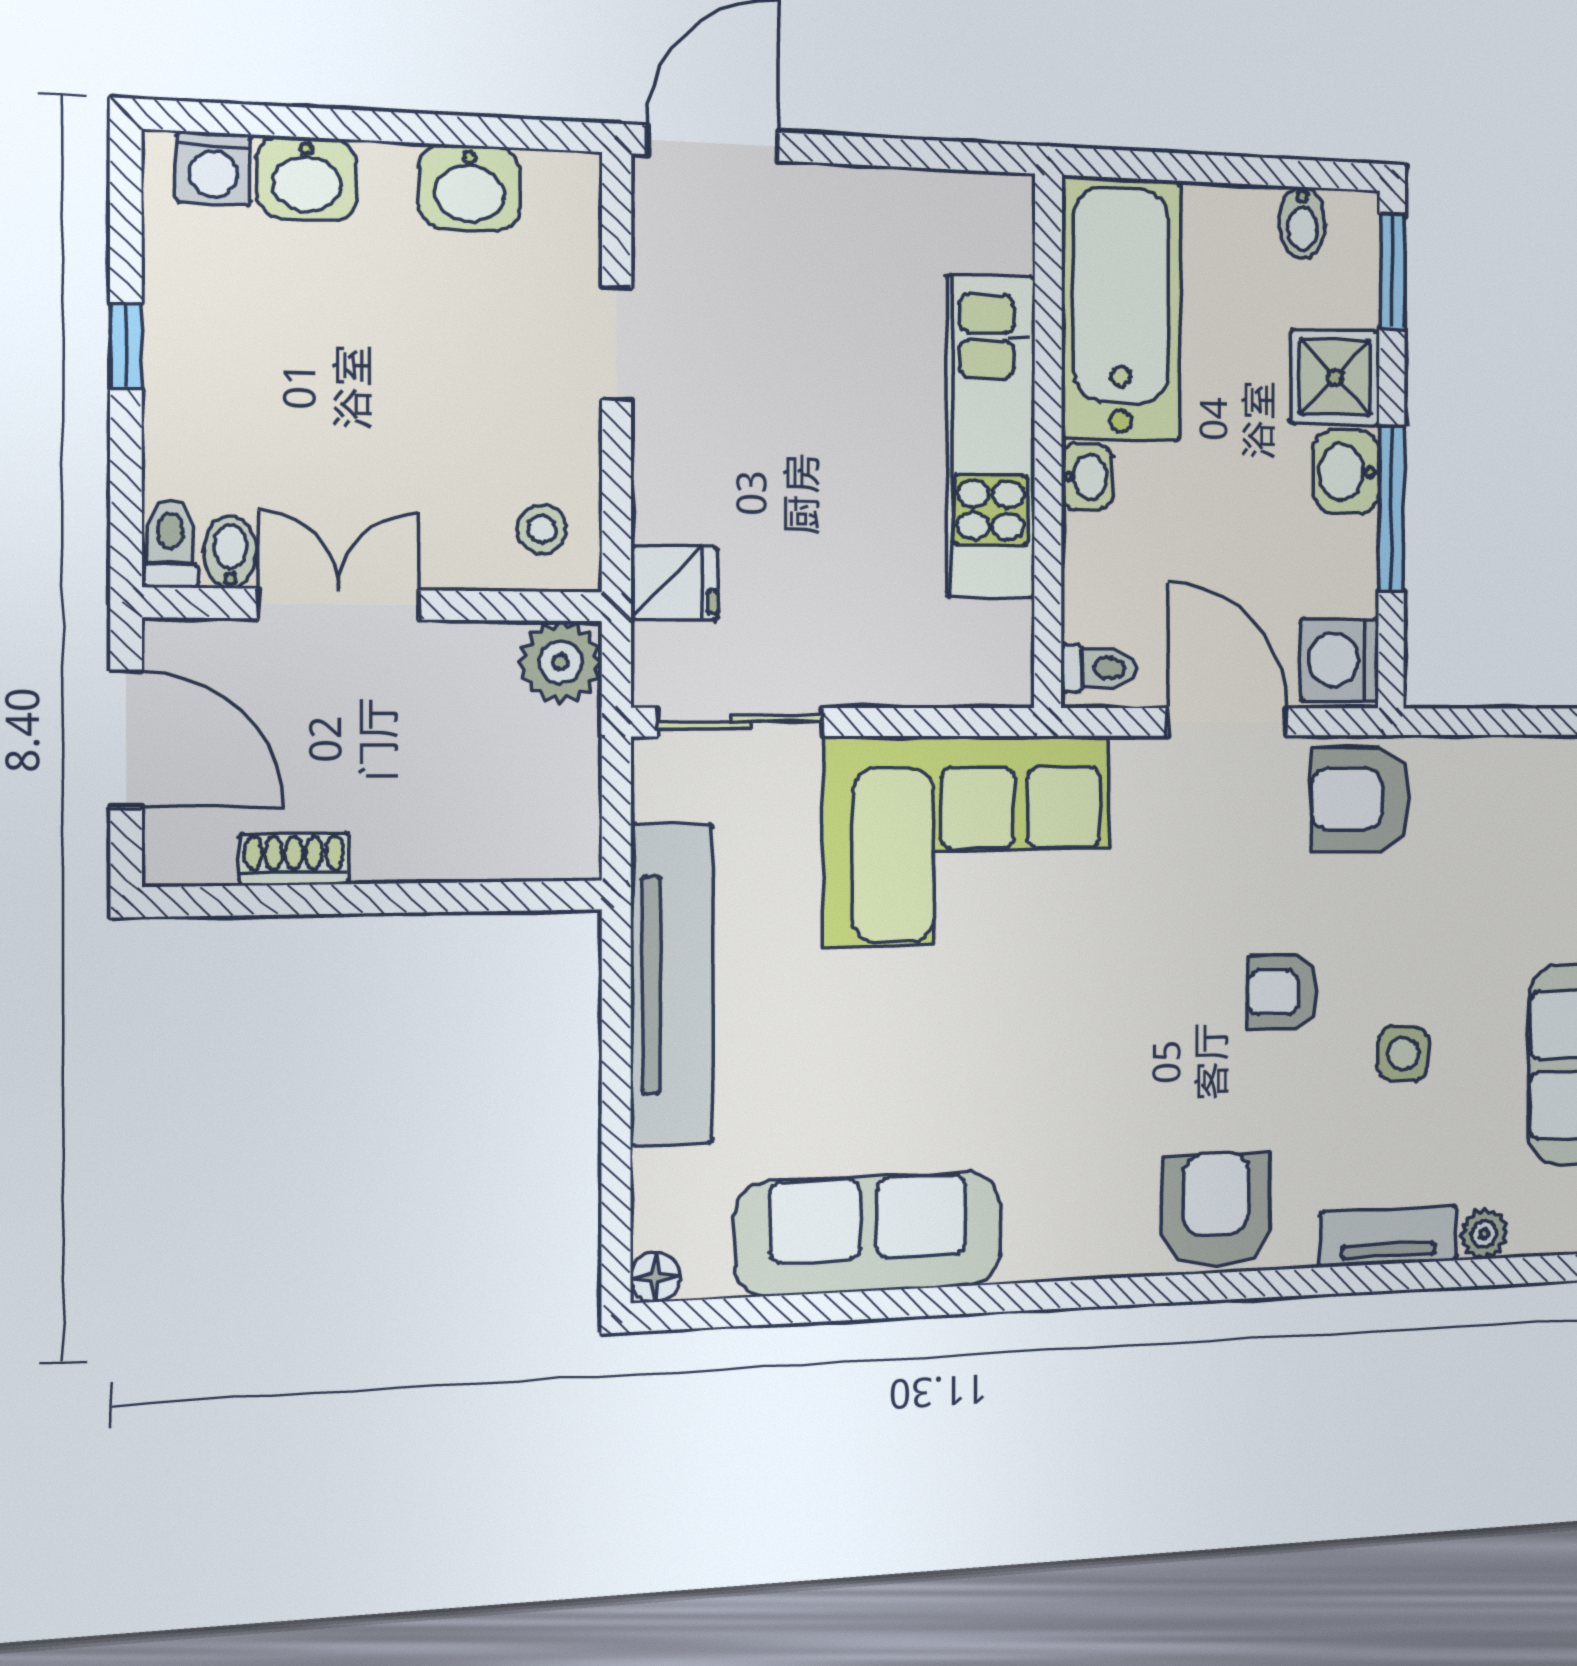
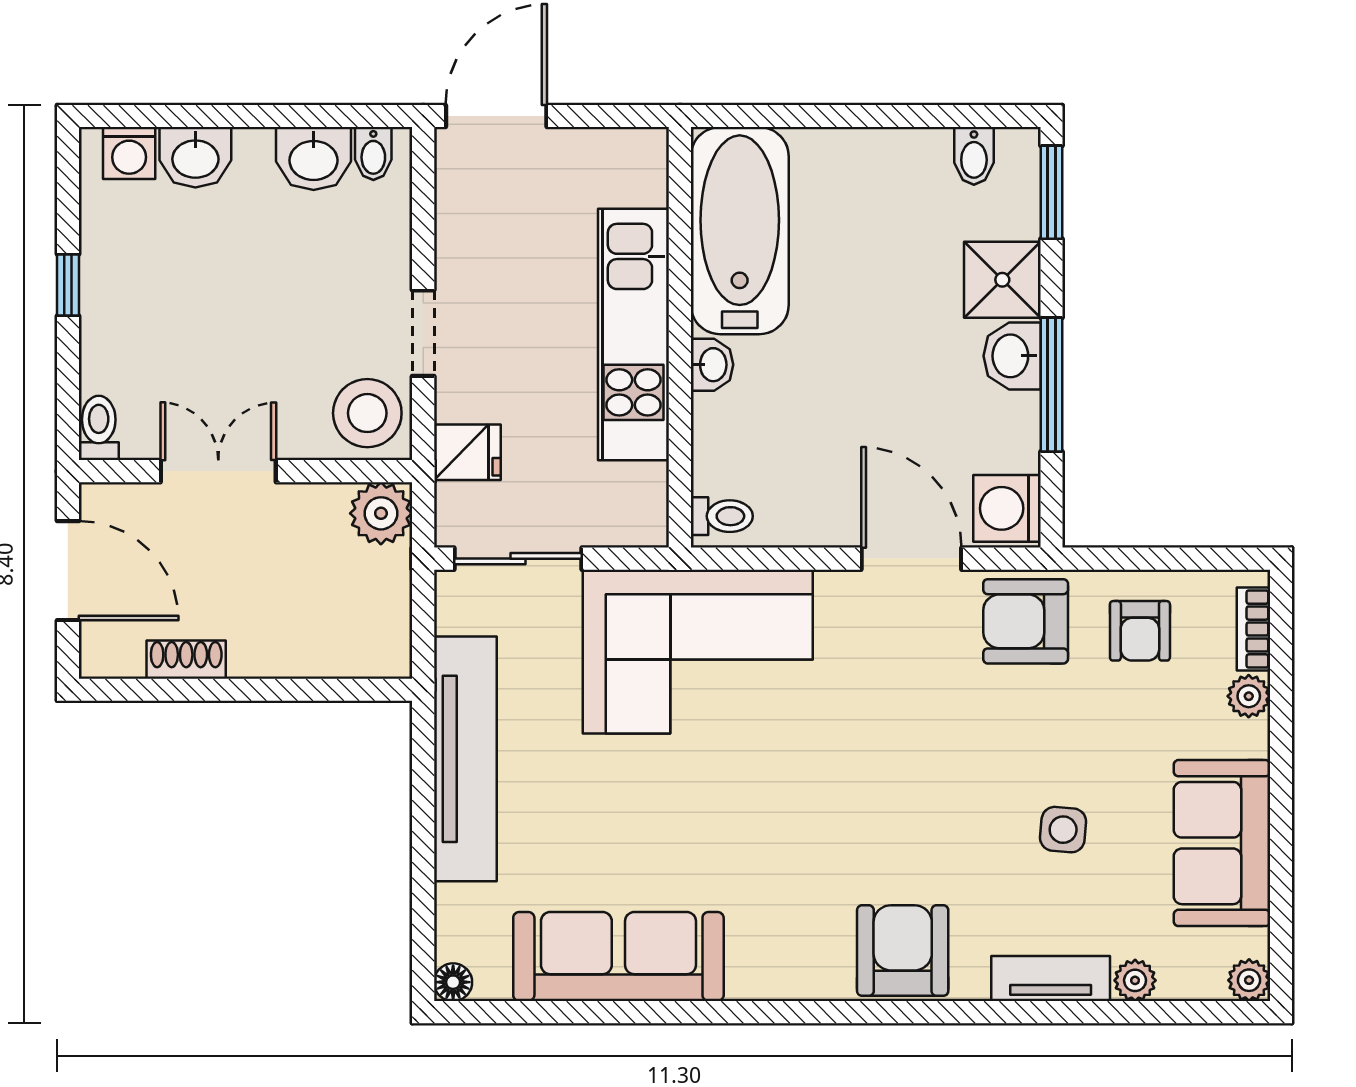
bathtub: (1121, 309) -> (740, 231), moved
doorway: (617, 344) -> (423, 333), moved
kitchen unit: (991, 436) -> (633, 334), moved
wall: (1048, 441) -> (680, 337), moved
washbasin: (1087, 477) -> (712, 365), moved
stool: (542, 529) -> (367, 413), width x1.89, depth x1.89
bidet: (230, 552) -> (373, 154), moved, turned 180
toilet: (1099, 668) -> (722, 516), moved
armchair: (1283, 992) -> (1140, 631), moved, turned -90

